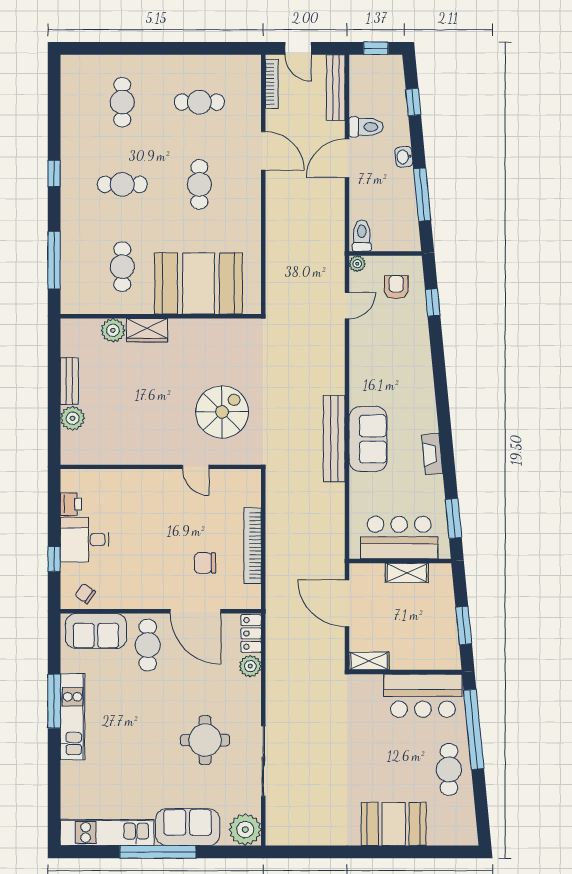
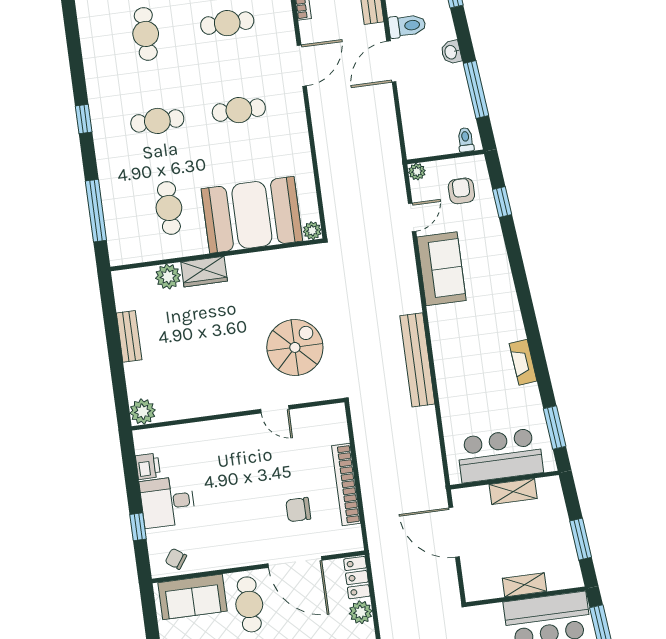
door: (263, 151) -> (302, 66), hinge flipped
cafe table: (199, 184) -> (239, 110), turned 90
toilet: (362, 236) -> (466, 140), moved, width x0.73, depth x0.72
plant: (253, 306) -> (312, 231), added
plant: (73, 418) -> (143, 412), moved
sofa: (368, 439) -> (442, 269), moved
shelving: (369, 661) -> (524, 585), moved

